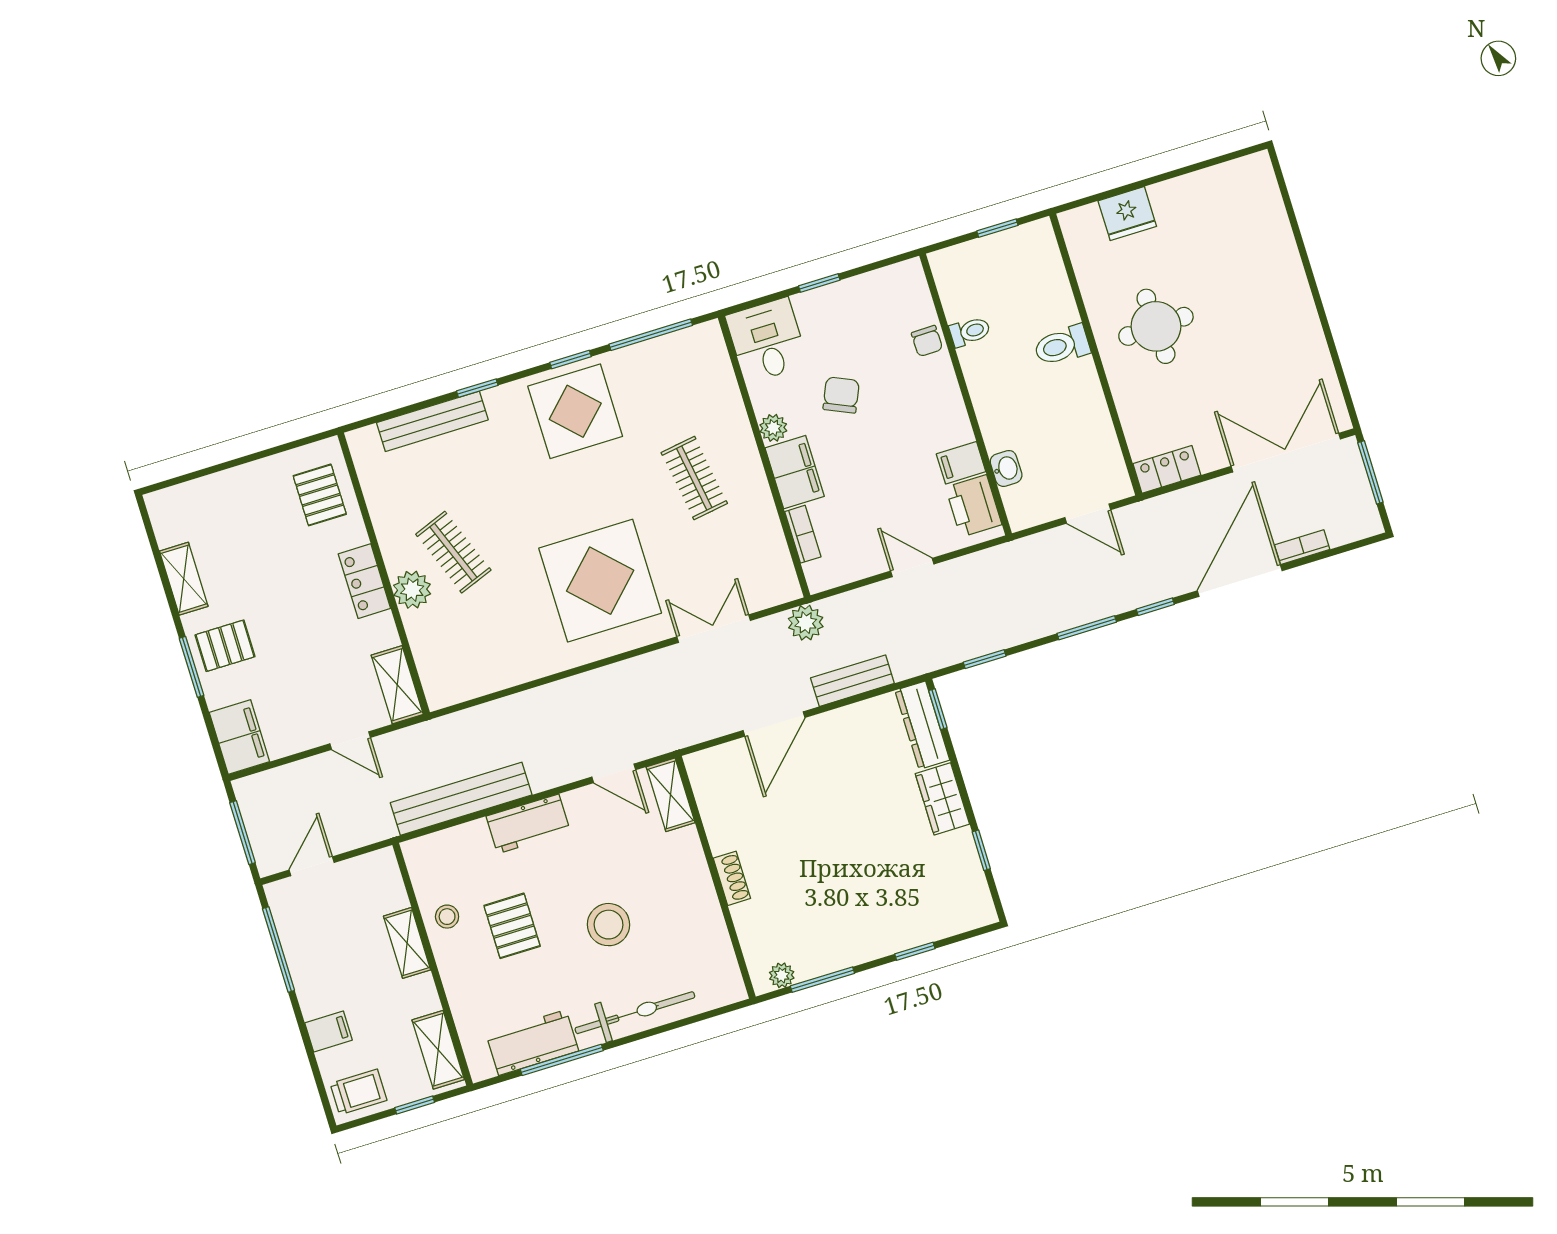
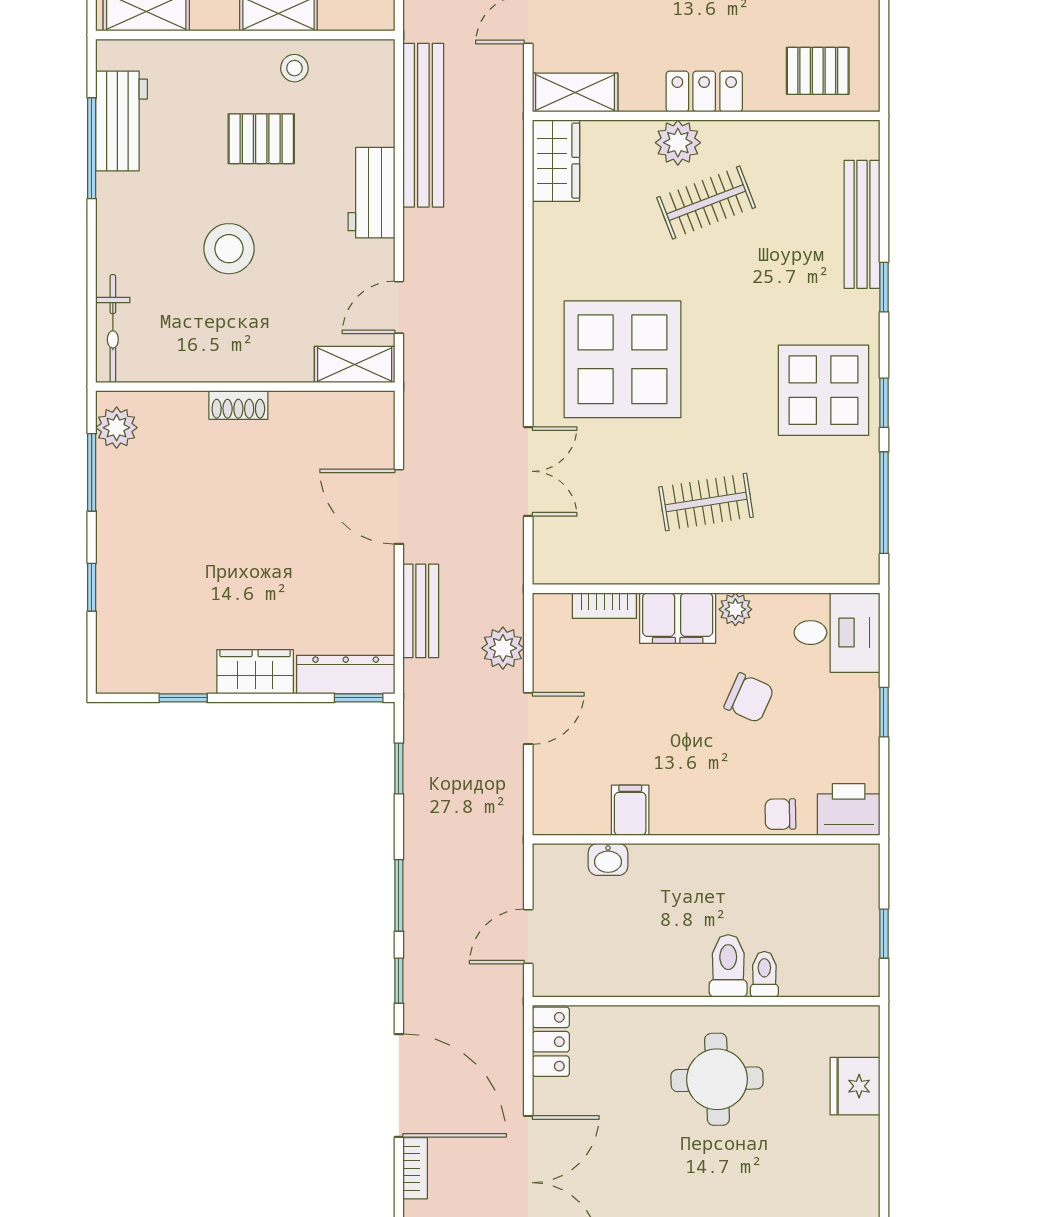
toilet: (970, 332) -> (764, 974), moved, turned 180
printer: (974, 506) -> (849, 809), moved
plant: (806, 623) -> (503, 648), moved
wardrobe: (457, 683) -> (556, 161), added
plant: (782, 975) -> (117, 428), width x1.38, depth x1.38
bicycle: (635, 1013) -> (113, 329), moved, width x0.73, depth x0.71

